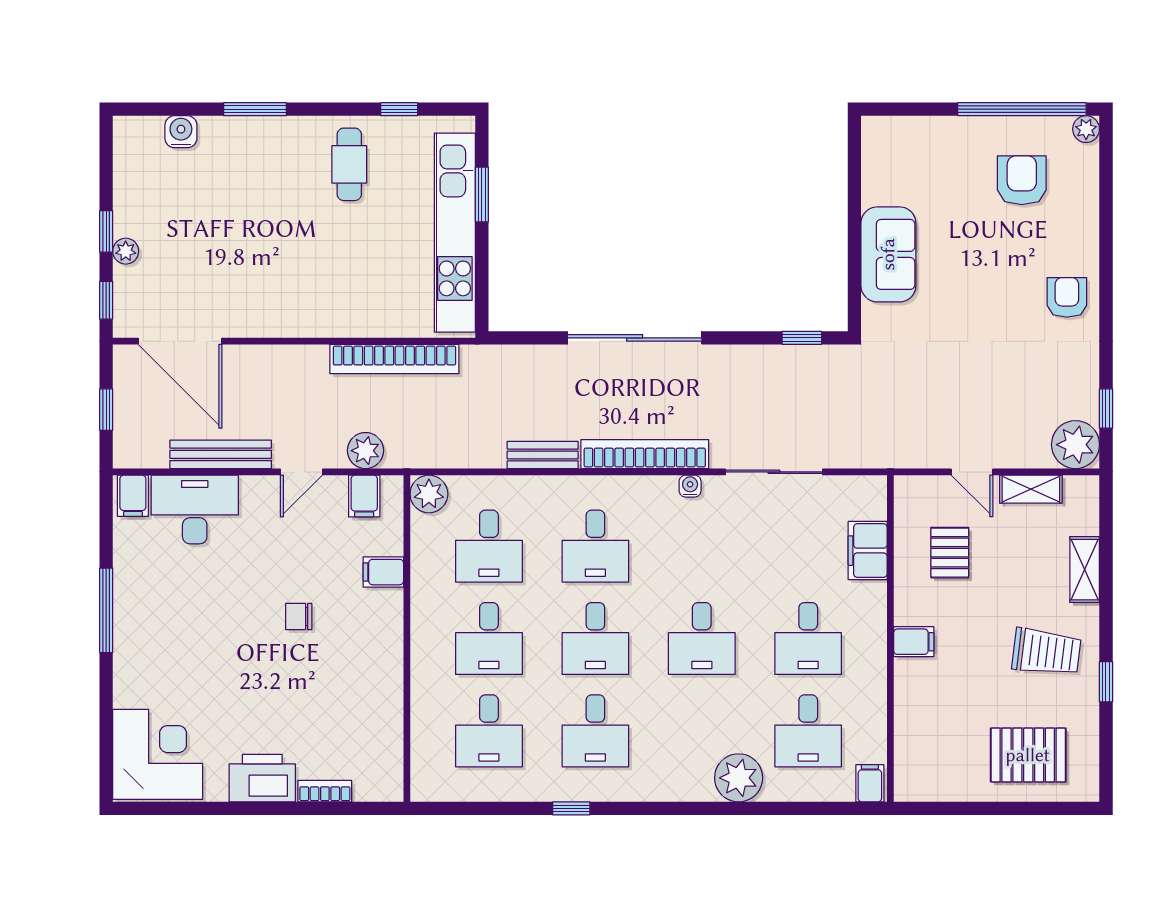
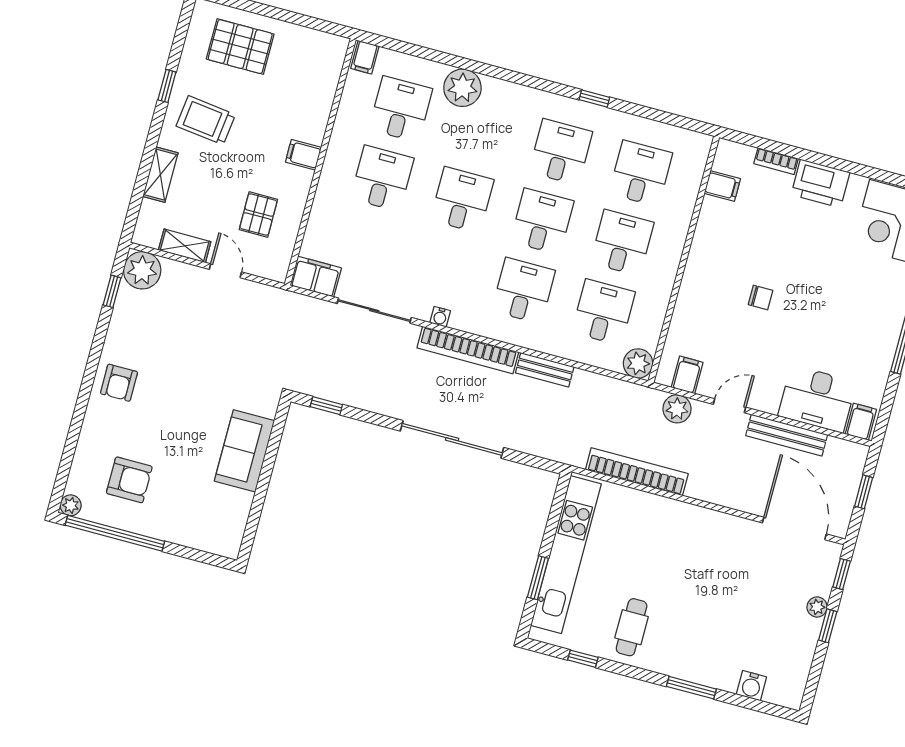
armchair: (1022, 180) -> (129, 480), turned -90
filing cabinet: (868, 551) -> (316, 277), moved, turned -90
filing cabinet: (383, 572) -> (722, 186), moved

